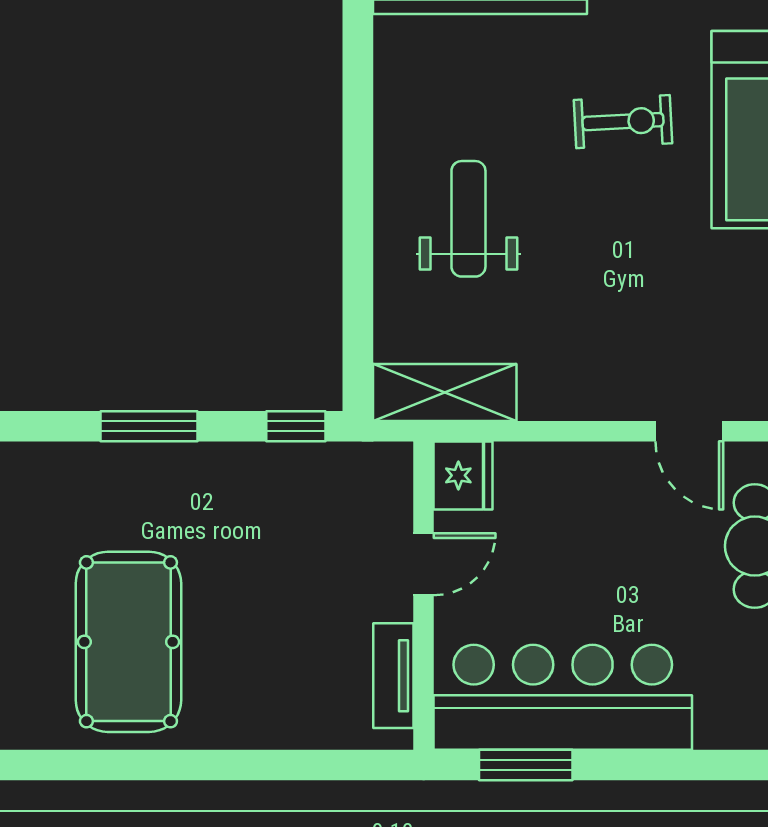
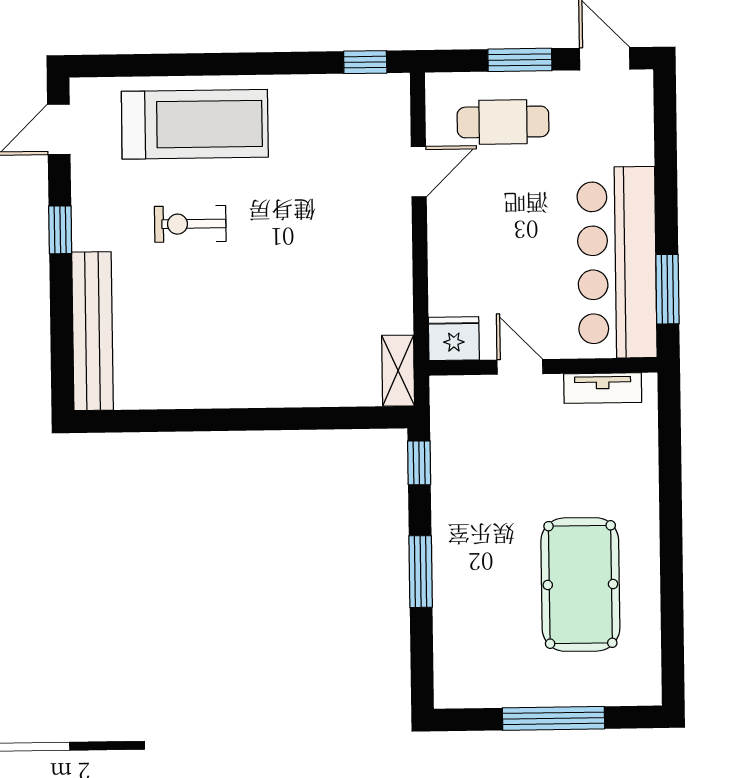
exercise bike: (623, 122) -> (190, 224), turned -87
weight bench: (468, 219) -> (264, 337), removed
shelving: (445, 392) -> (398, 371), width x0.67, depth x0.75
pool table: (128, 642) -> (580, 584), turned 90

